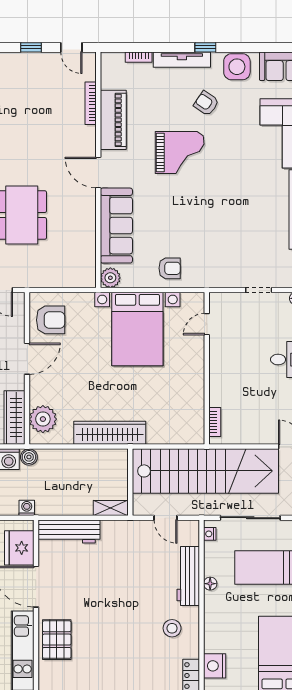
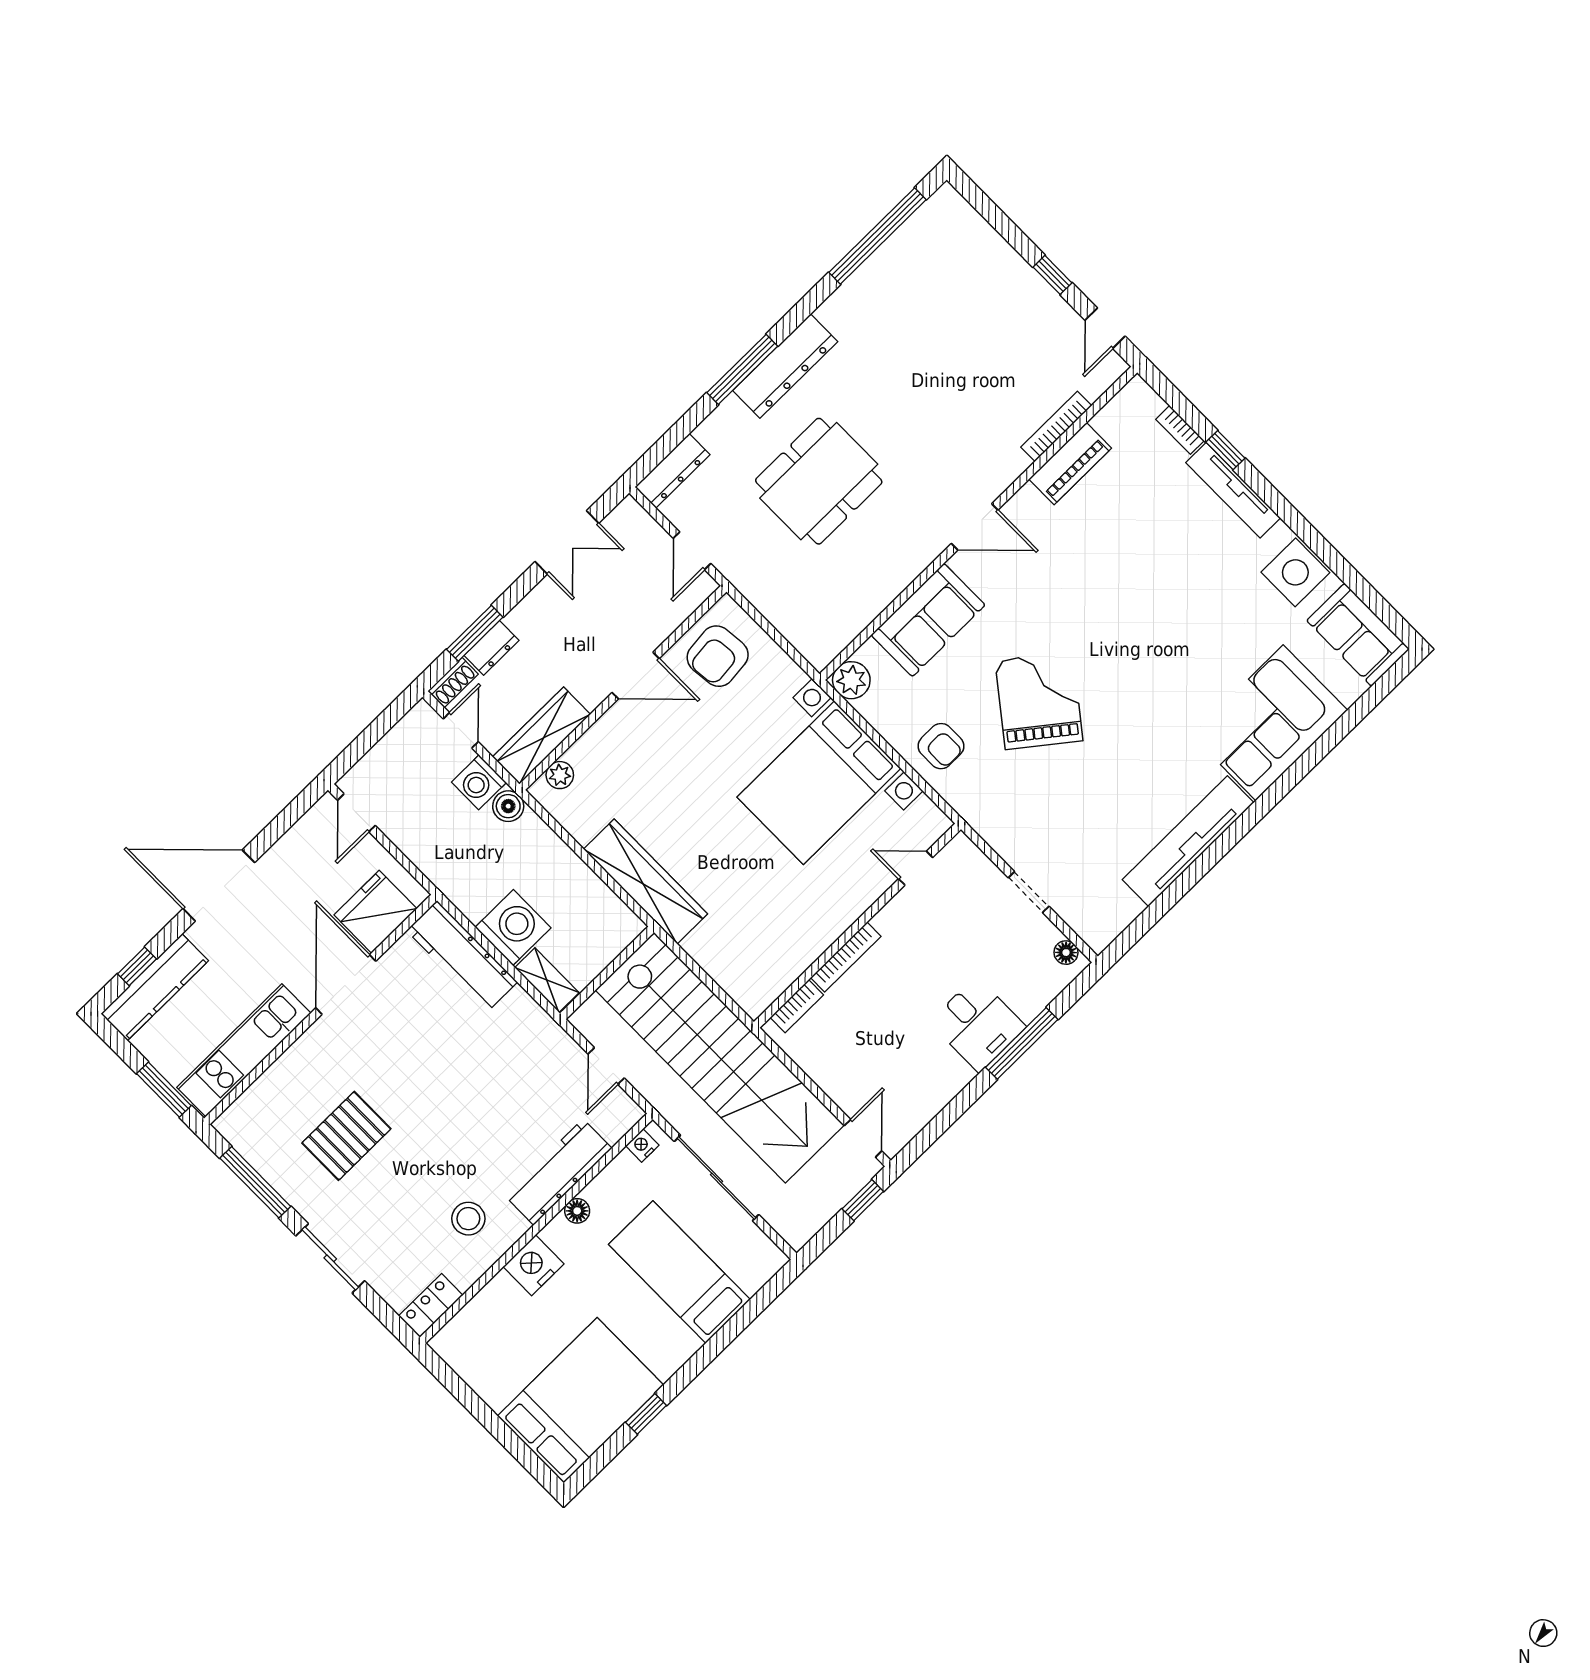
window: (205, 47) -> (1225, 450), moved
armchair: (206, 103) -> (1207, 580), removed
piano: (113, 120) -> (1070, 464), width x0.73, depth x0.75
grand piano: (180, 153) -> (1039, 701), moved, turned -142
door: (98, 172) -> (975, 527), swing flipped
sofa: (116, 226) -> (928, 620), width x0.73
armchair: (51, 320) -> (718, 656), turned 84
bookcase: (214, 385) -> (846, 957), added
plant: (43, 419) -> (560, 775), width x0.53, depth x0.53
washing machine: (27, 508) -> (513, 928), moved, width x1.89, depth x1.89
pallet: (57, 640) -> (346, 1136), moved
nightstand: (215, 666) -> (534, 1265), moved

